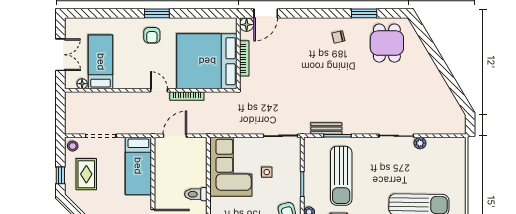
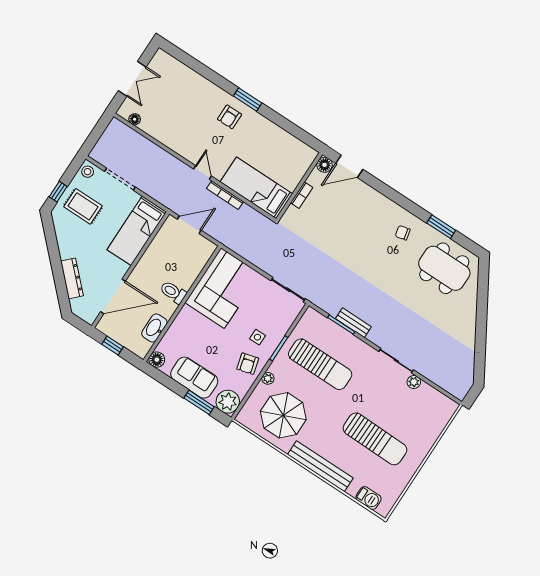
dining table: (387, 43) -> (444, 268), width x1.37
bookcase: (244, 58) -> (302, 195), width x0.64
bed: (207, 61) -> (256, 188), width x0.49
bed: (101, 62) -> (165, 110), removed
bench: (326, 128) -> (353, 323), moved
side table: (267, 172) -> (257, 337), moved
rug: (86, 174) -> (83, 206), turned 90
sun lounger: (341, 176) -> (320, 364), turned -90

